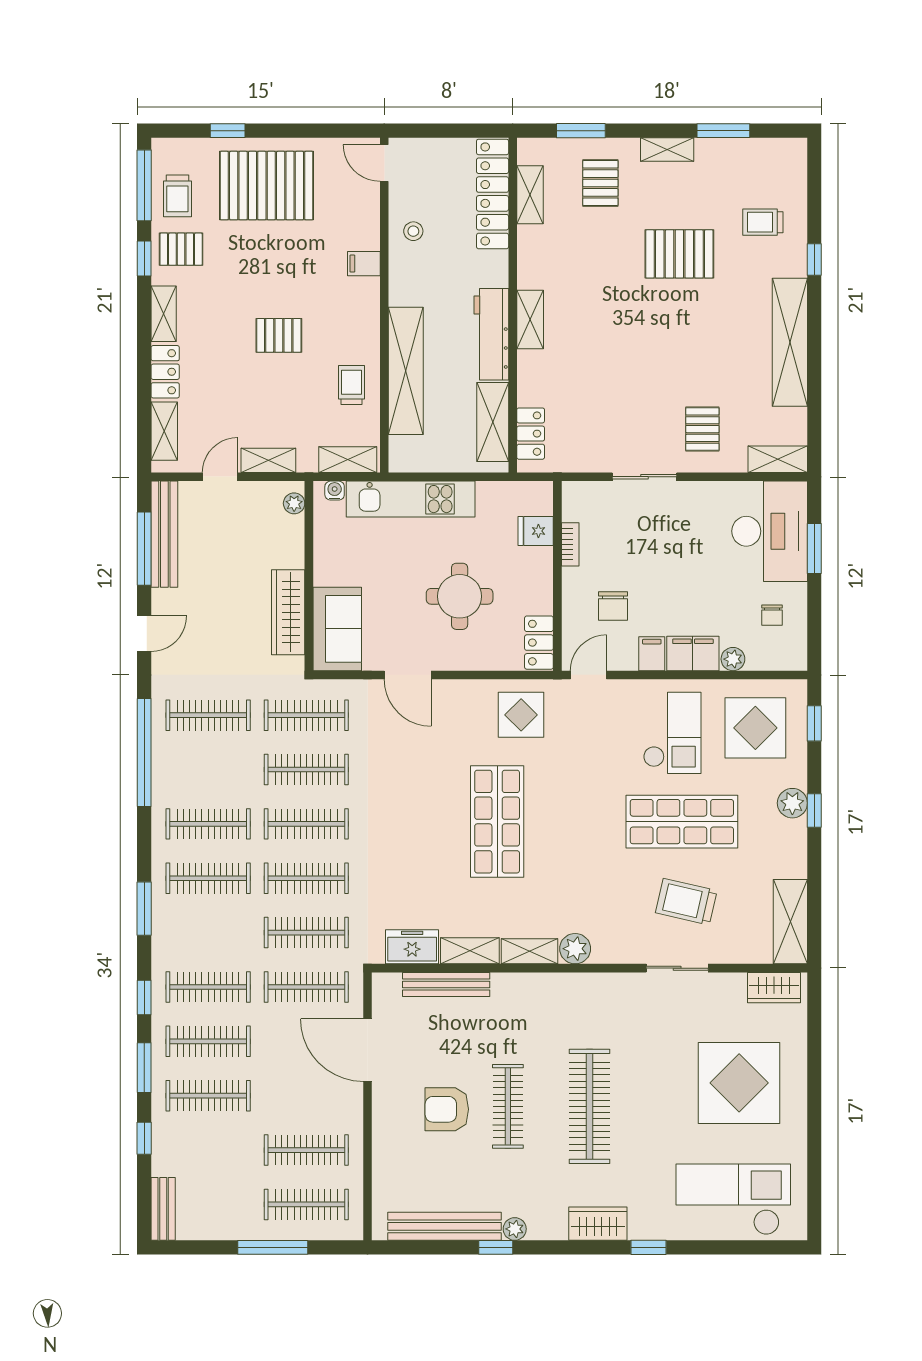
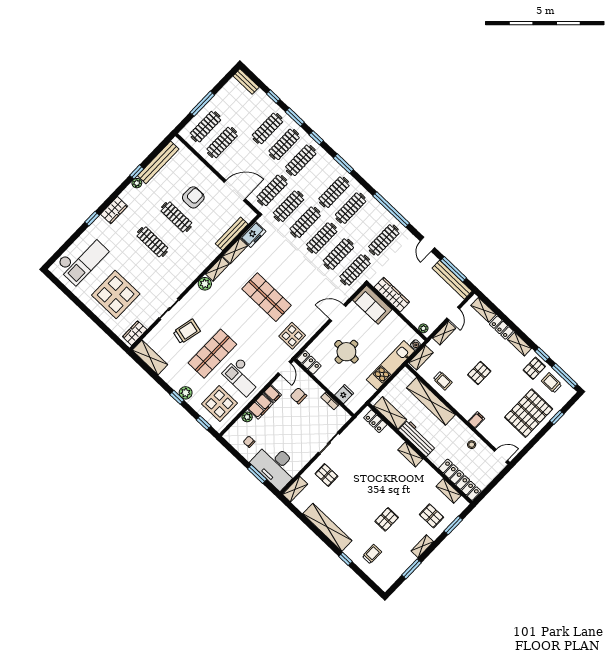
pallet: (679, 254) -> (387, 519), width x0.67, depth x0.71
clothes rail: (589, 1106) -> (152, 242), width x0.73, depth x0.76

